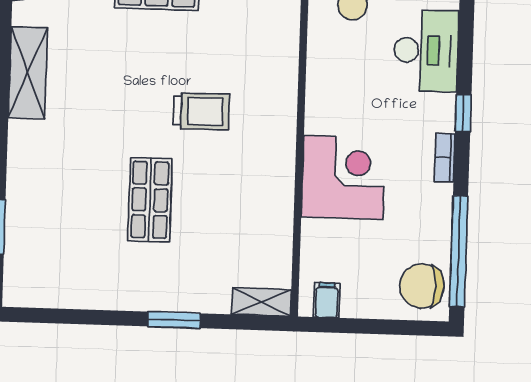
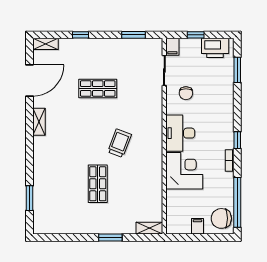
desk: (426, 51) -> (180, 133), moved, turned 180
shelving: (28, 73) -> (39, 122), width x0.67, depth x0.75
trolley: (201, 111) -> (120, 143), turned -69
filing cabinet: (327, 300) -> (197, 226), moved

